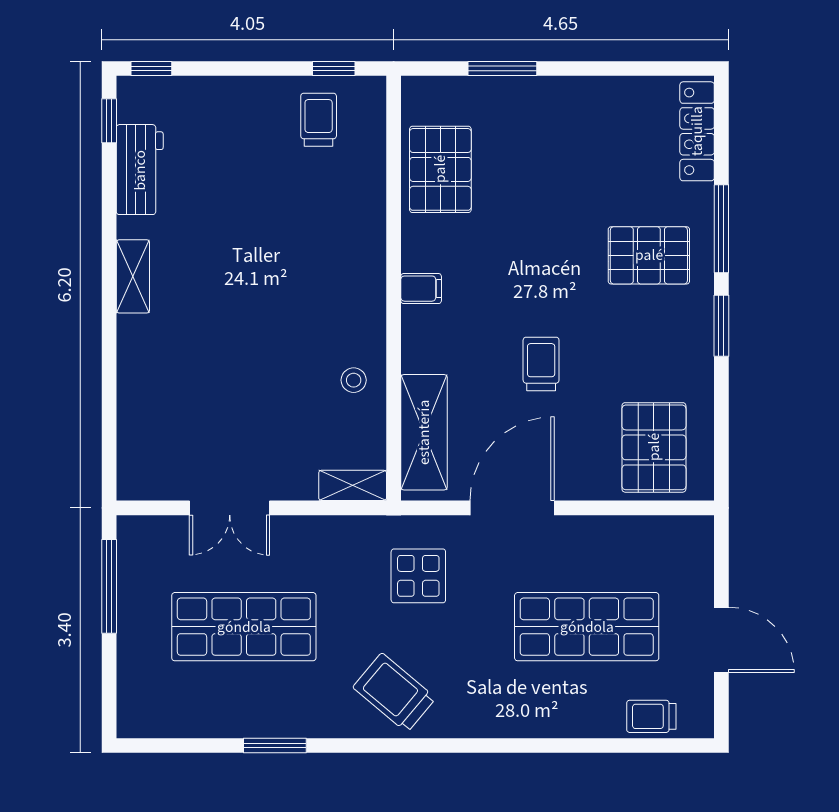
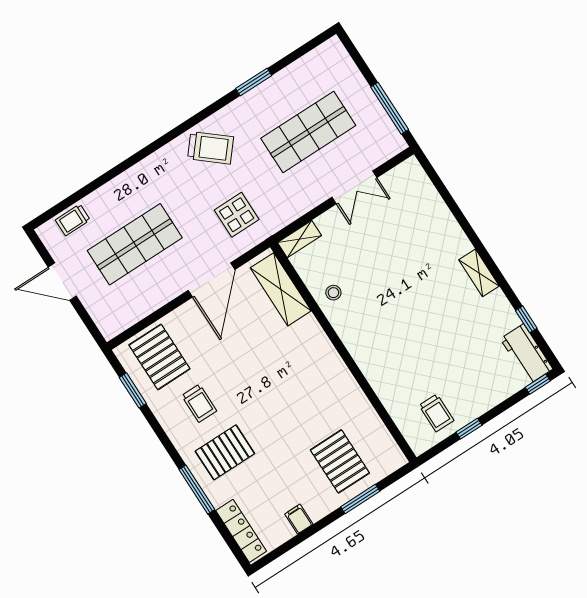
window: (334, 68) -> (469, 429), moved
window: (109, 121) -> (526, 319), moved
pallet: (440, 169) -> (340, 461), moved
workbench: (140, 170) -> (527, 354), moved
filing cabinet: (421, 289) -> (299, 519), moved, turned 90
window: (721, 326) -> (133, 390), moved
trolley: (541, 364) -> (199, 403), moved
double door: (230, 508) -> (354, 187), swing flipped
trolley: (651, 716) -> (73, 220), turned 180

